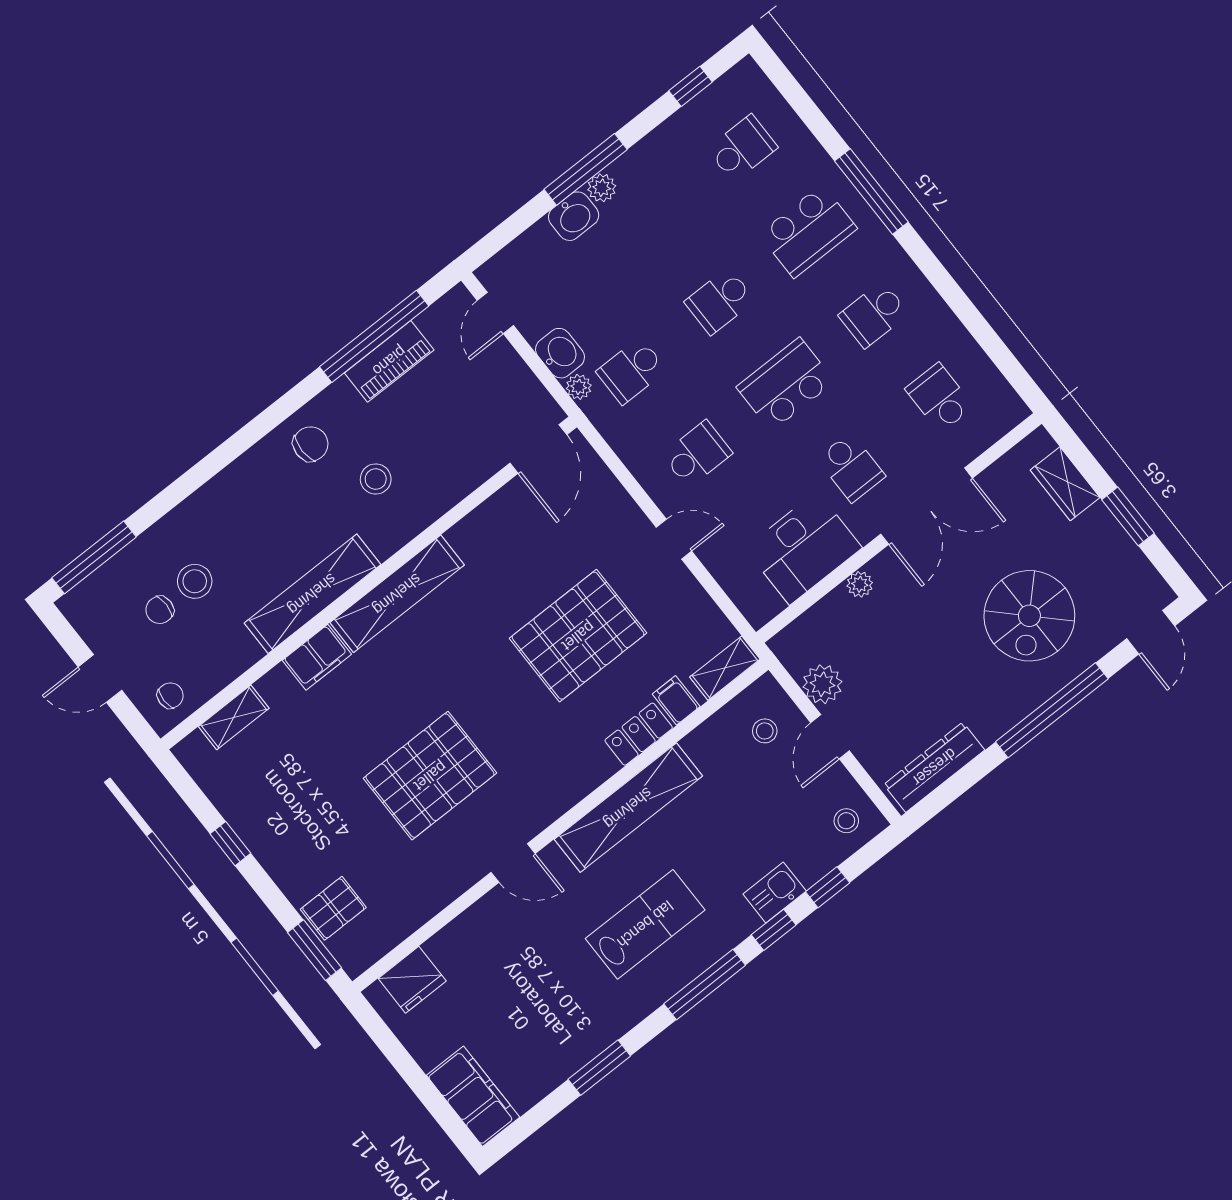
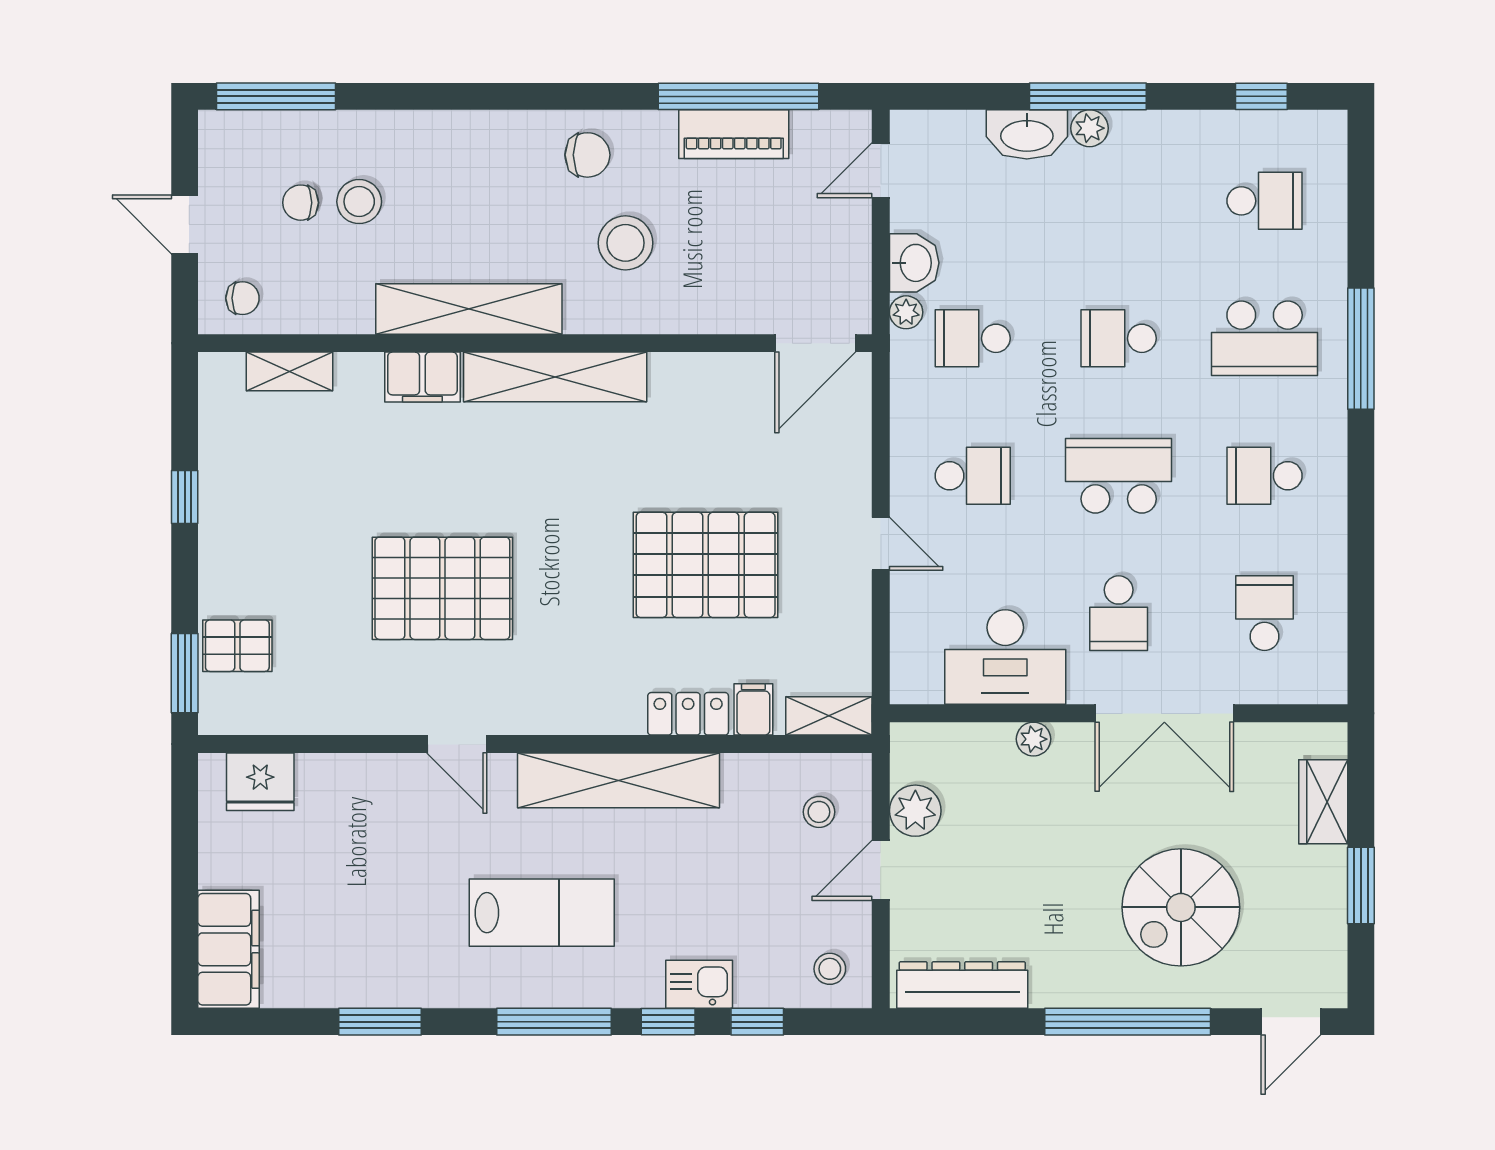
washbasin: (574, 216) -> (1027, 134), width x1.38
stool: (376, 479) -> (625, 243), width x1.38, depth x1.38

